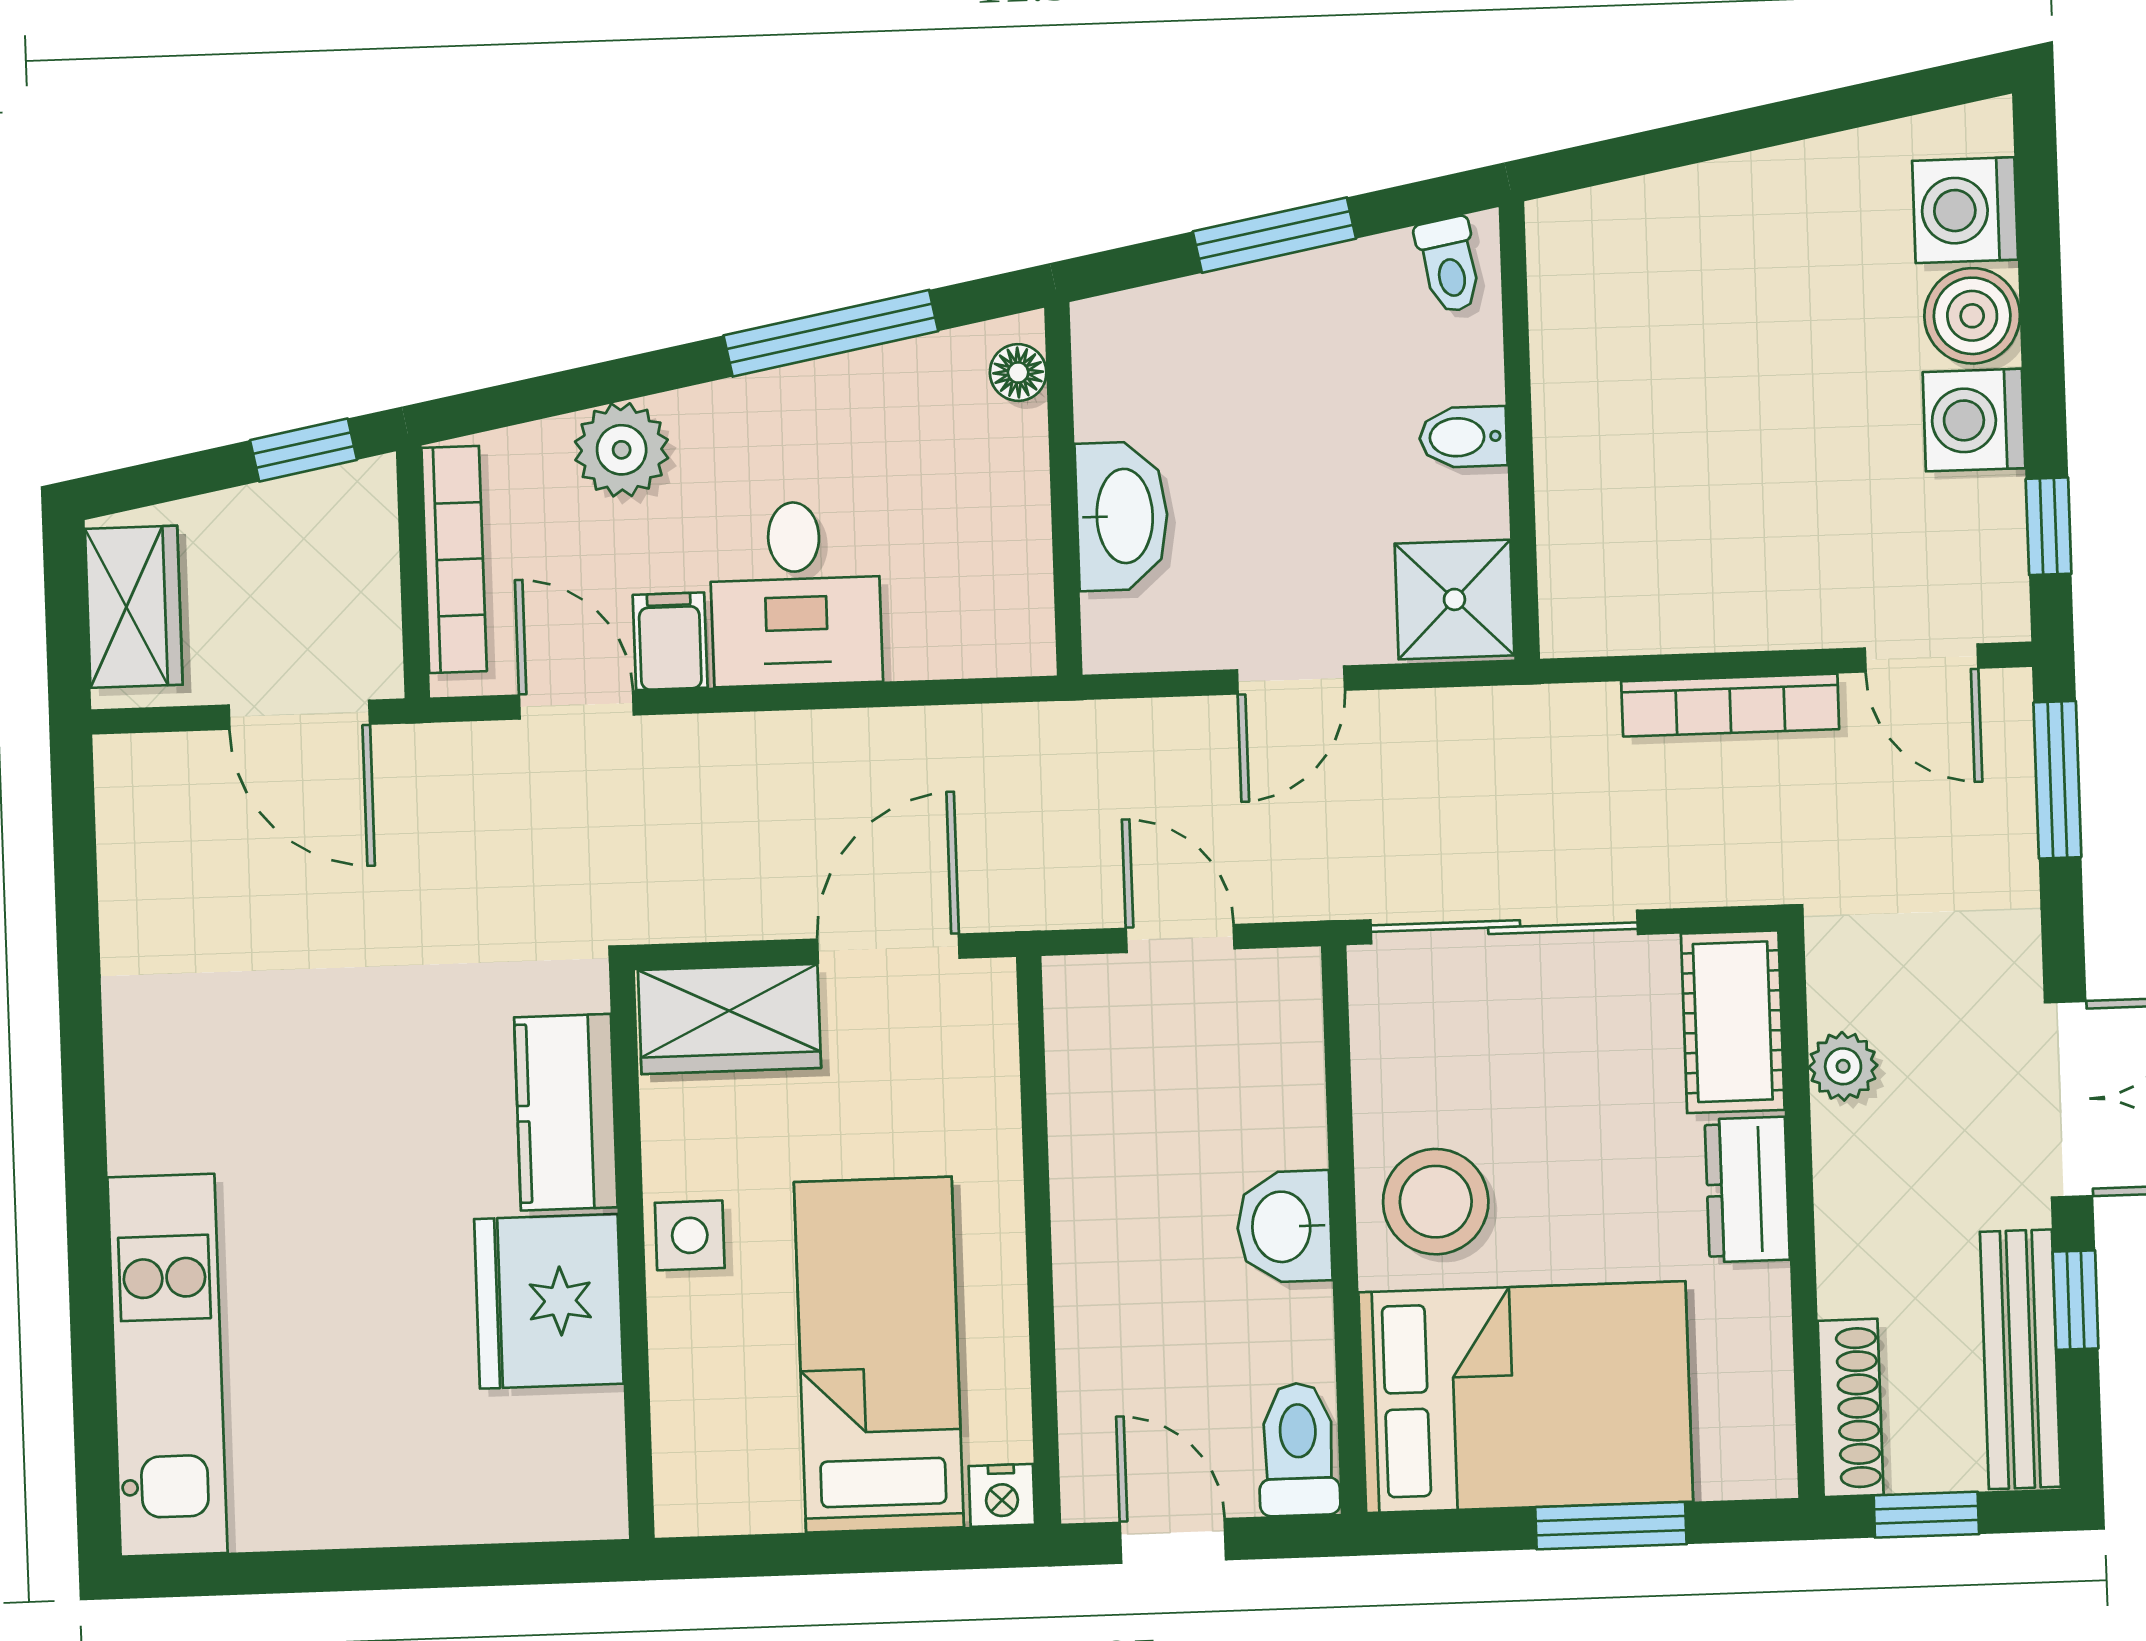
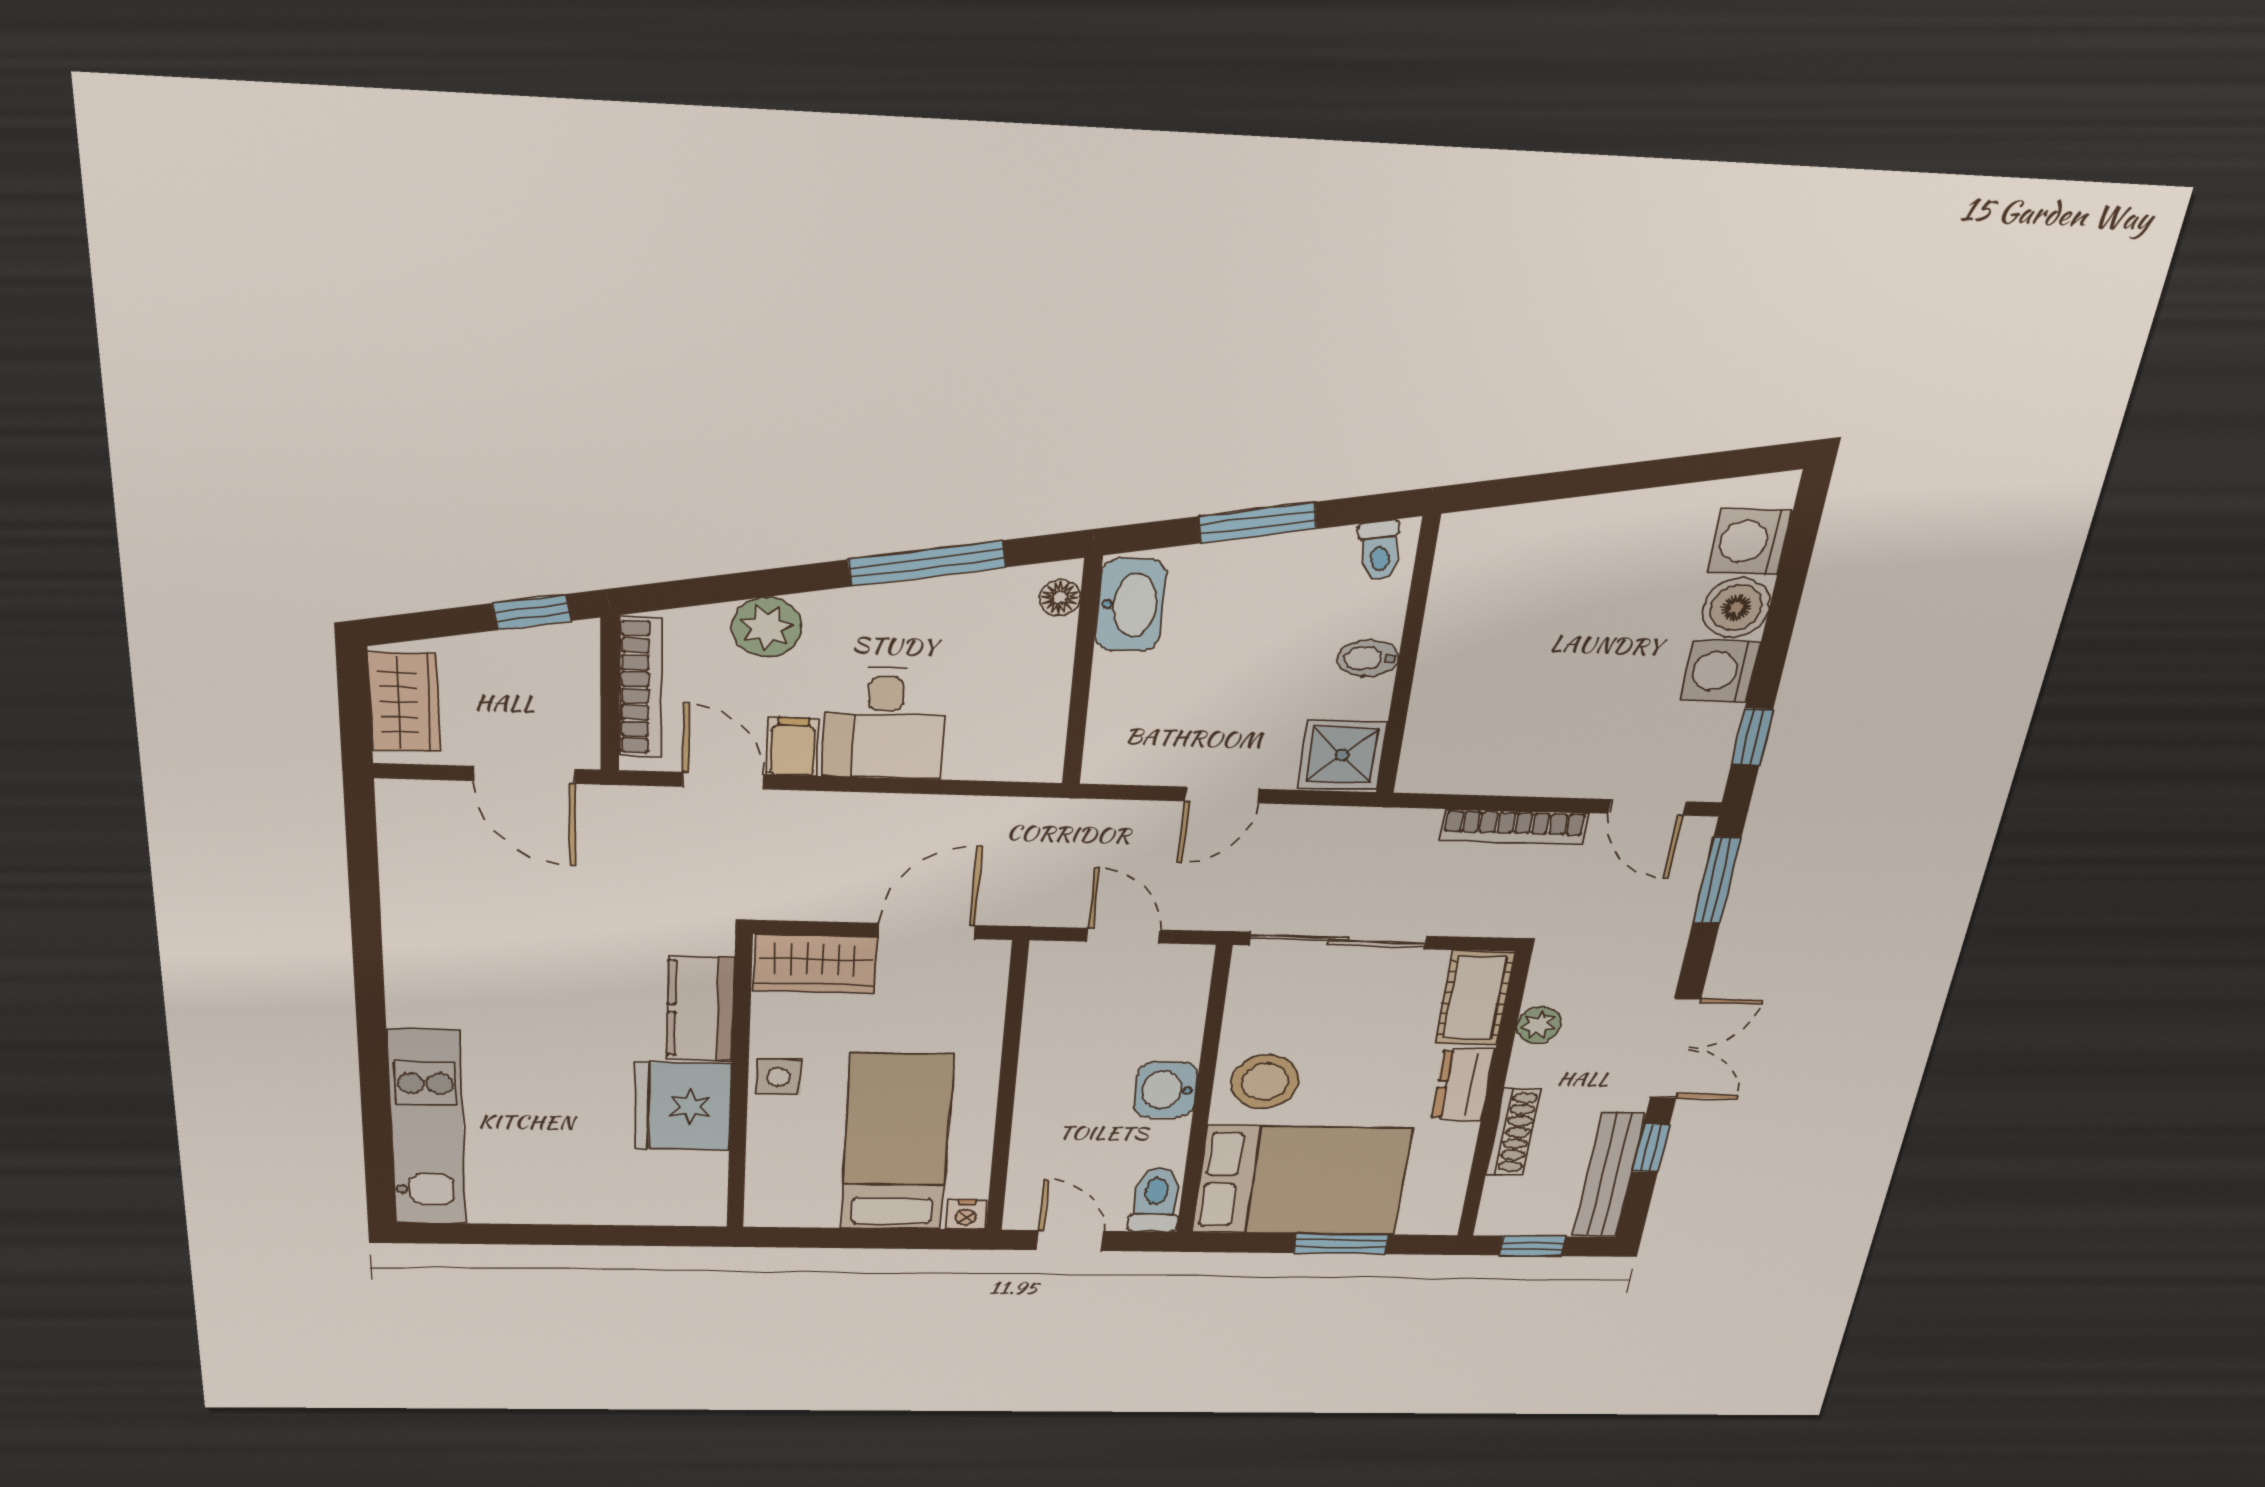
washbasin: (1122, 516) -> (1131, 605), moved
shoe rack: (1851, 1408) -> (1513, 1132), moved

